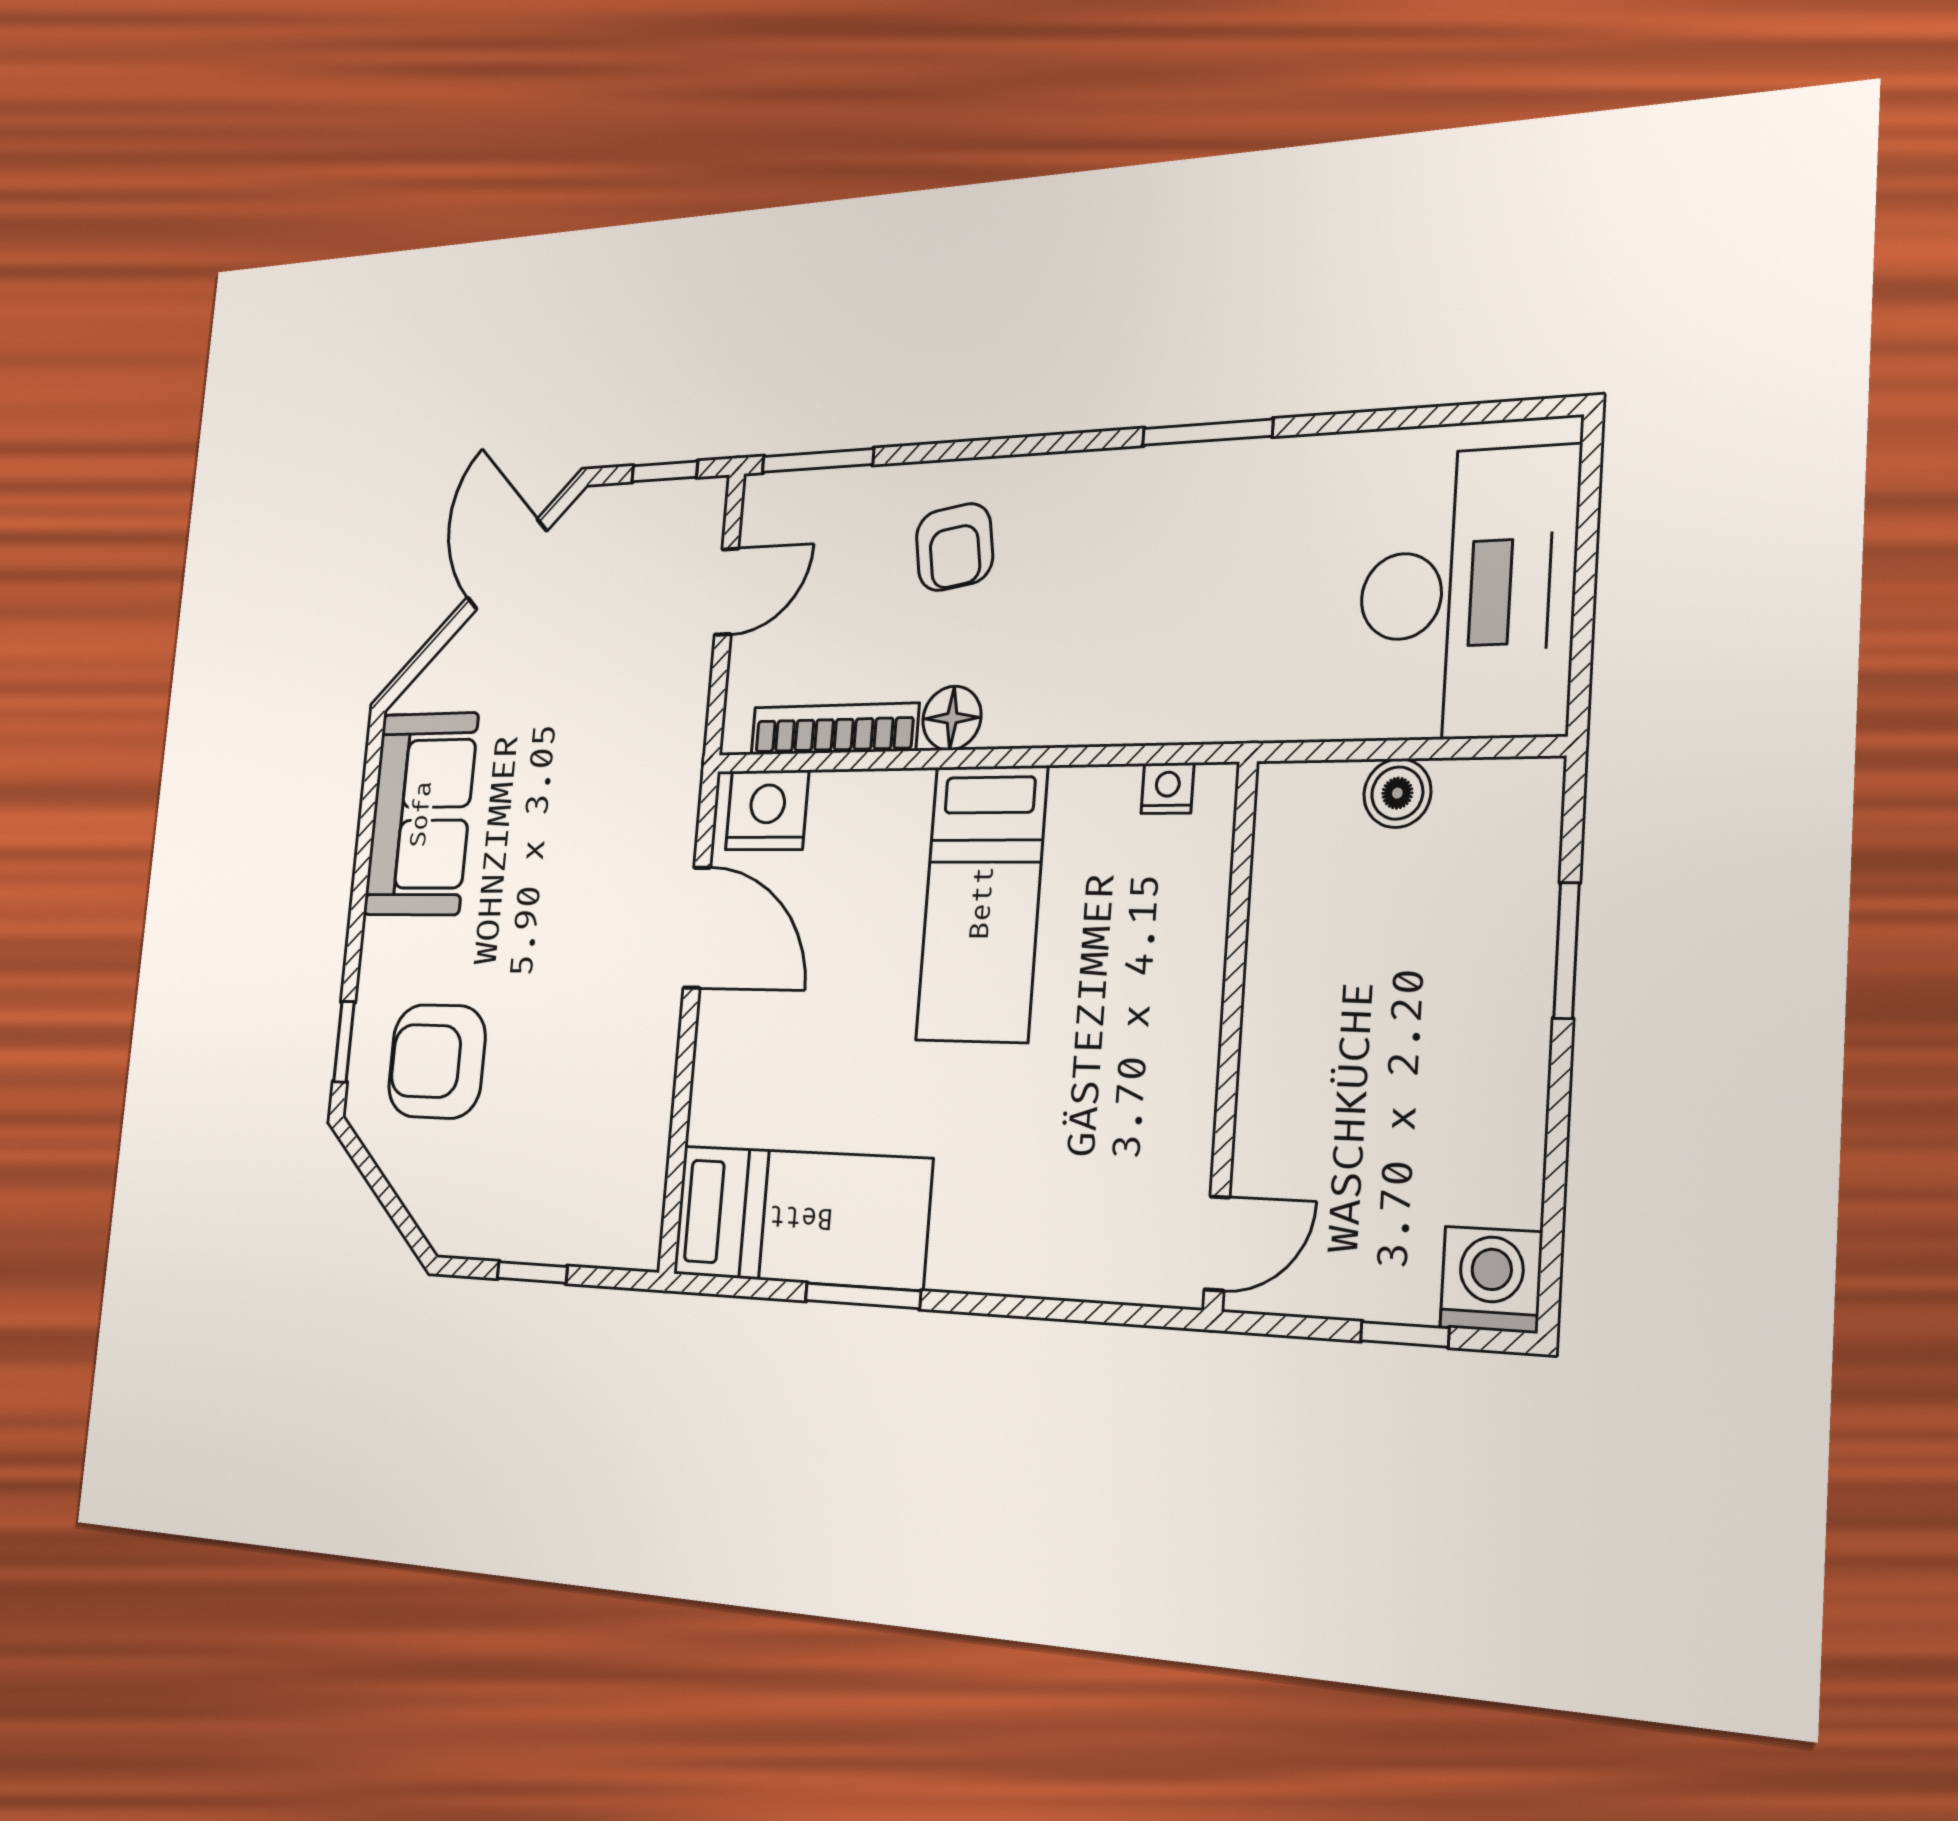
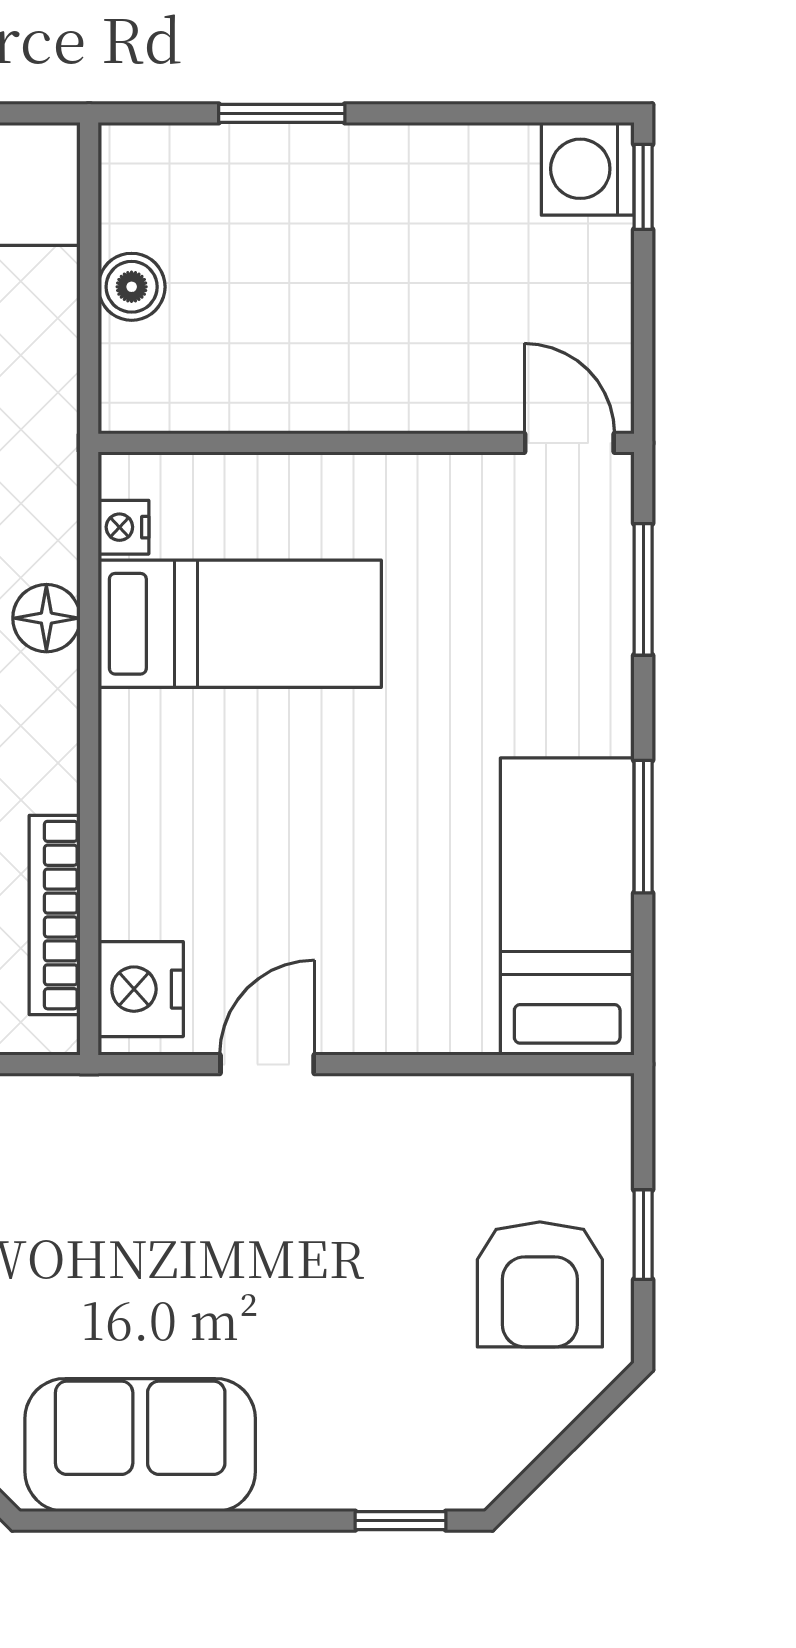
floor lamp: (952, 718) -> (46, 618), moved
bed: (982, 903) -> (240, 624), moved
door: (697, 928) -> (267, 1064), width x0.73
armchair: (437, 1061) -> (540, 1284), moved
window: (1074, 1311) -> (643, 589), added
window: (1405, 1334) -> (643, 187), moved

